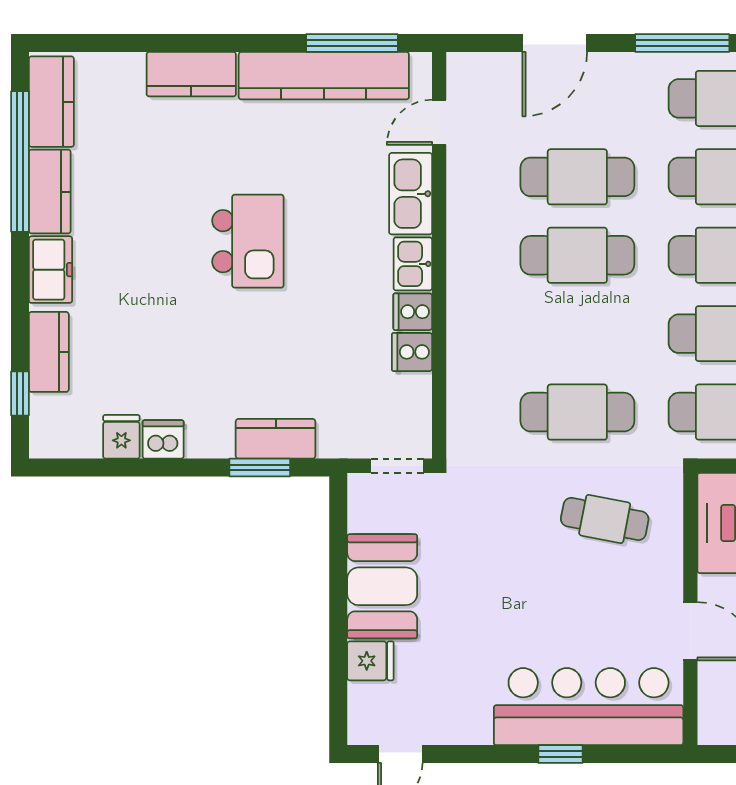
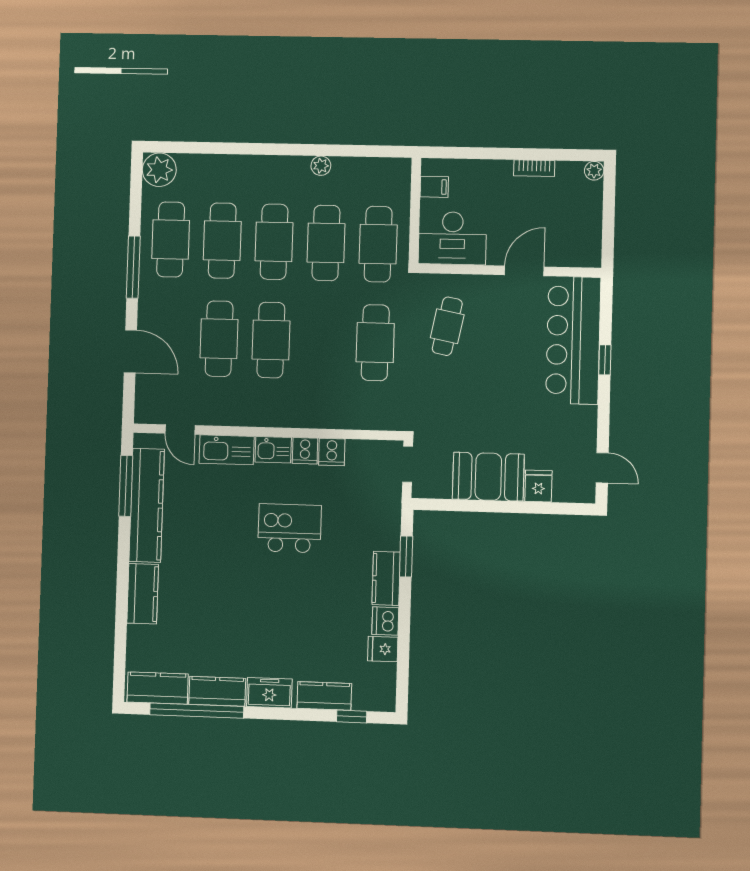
kitchen island: (248, 241) -> (290, 528), moved
kitchen counter: (276, 439) -> (386, 578), moved

